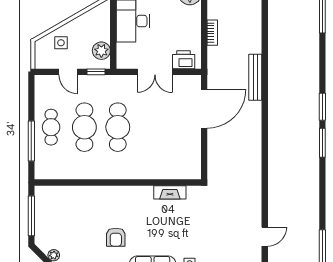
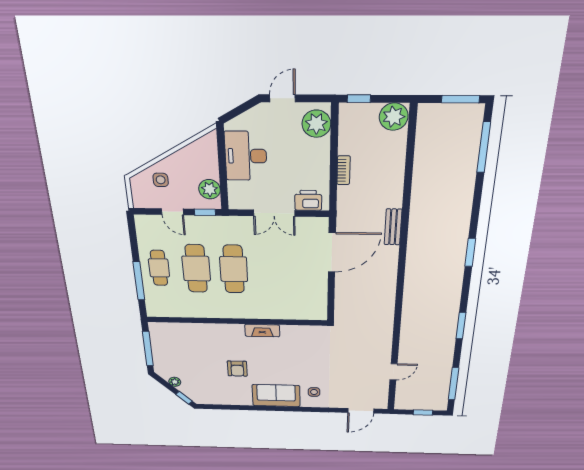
bench: (255, 77) -> (393, 227), width x0.73
window: (322, 143) -> (461, 326), moved
fireplace: (170, 192) -> (262, 331), moved

